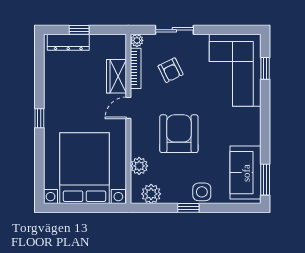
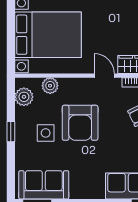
armchair: (179, 134) -> (80, 123), turned 90
side table: (202, 192) -> (46, 133), moved

